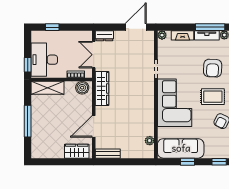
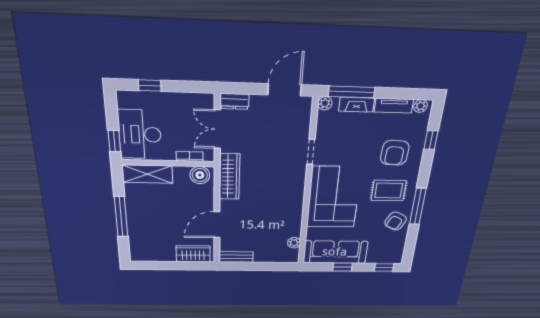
window: (210, 27) -> (352, 92), moved

